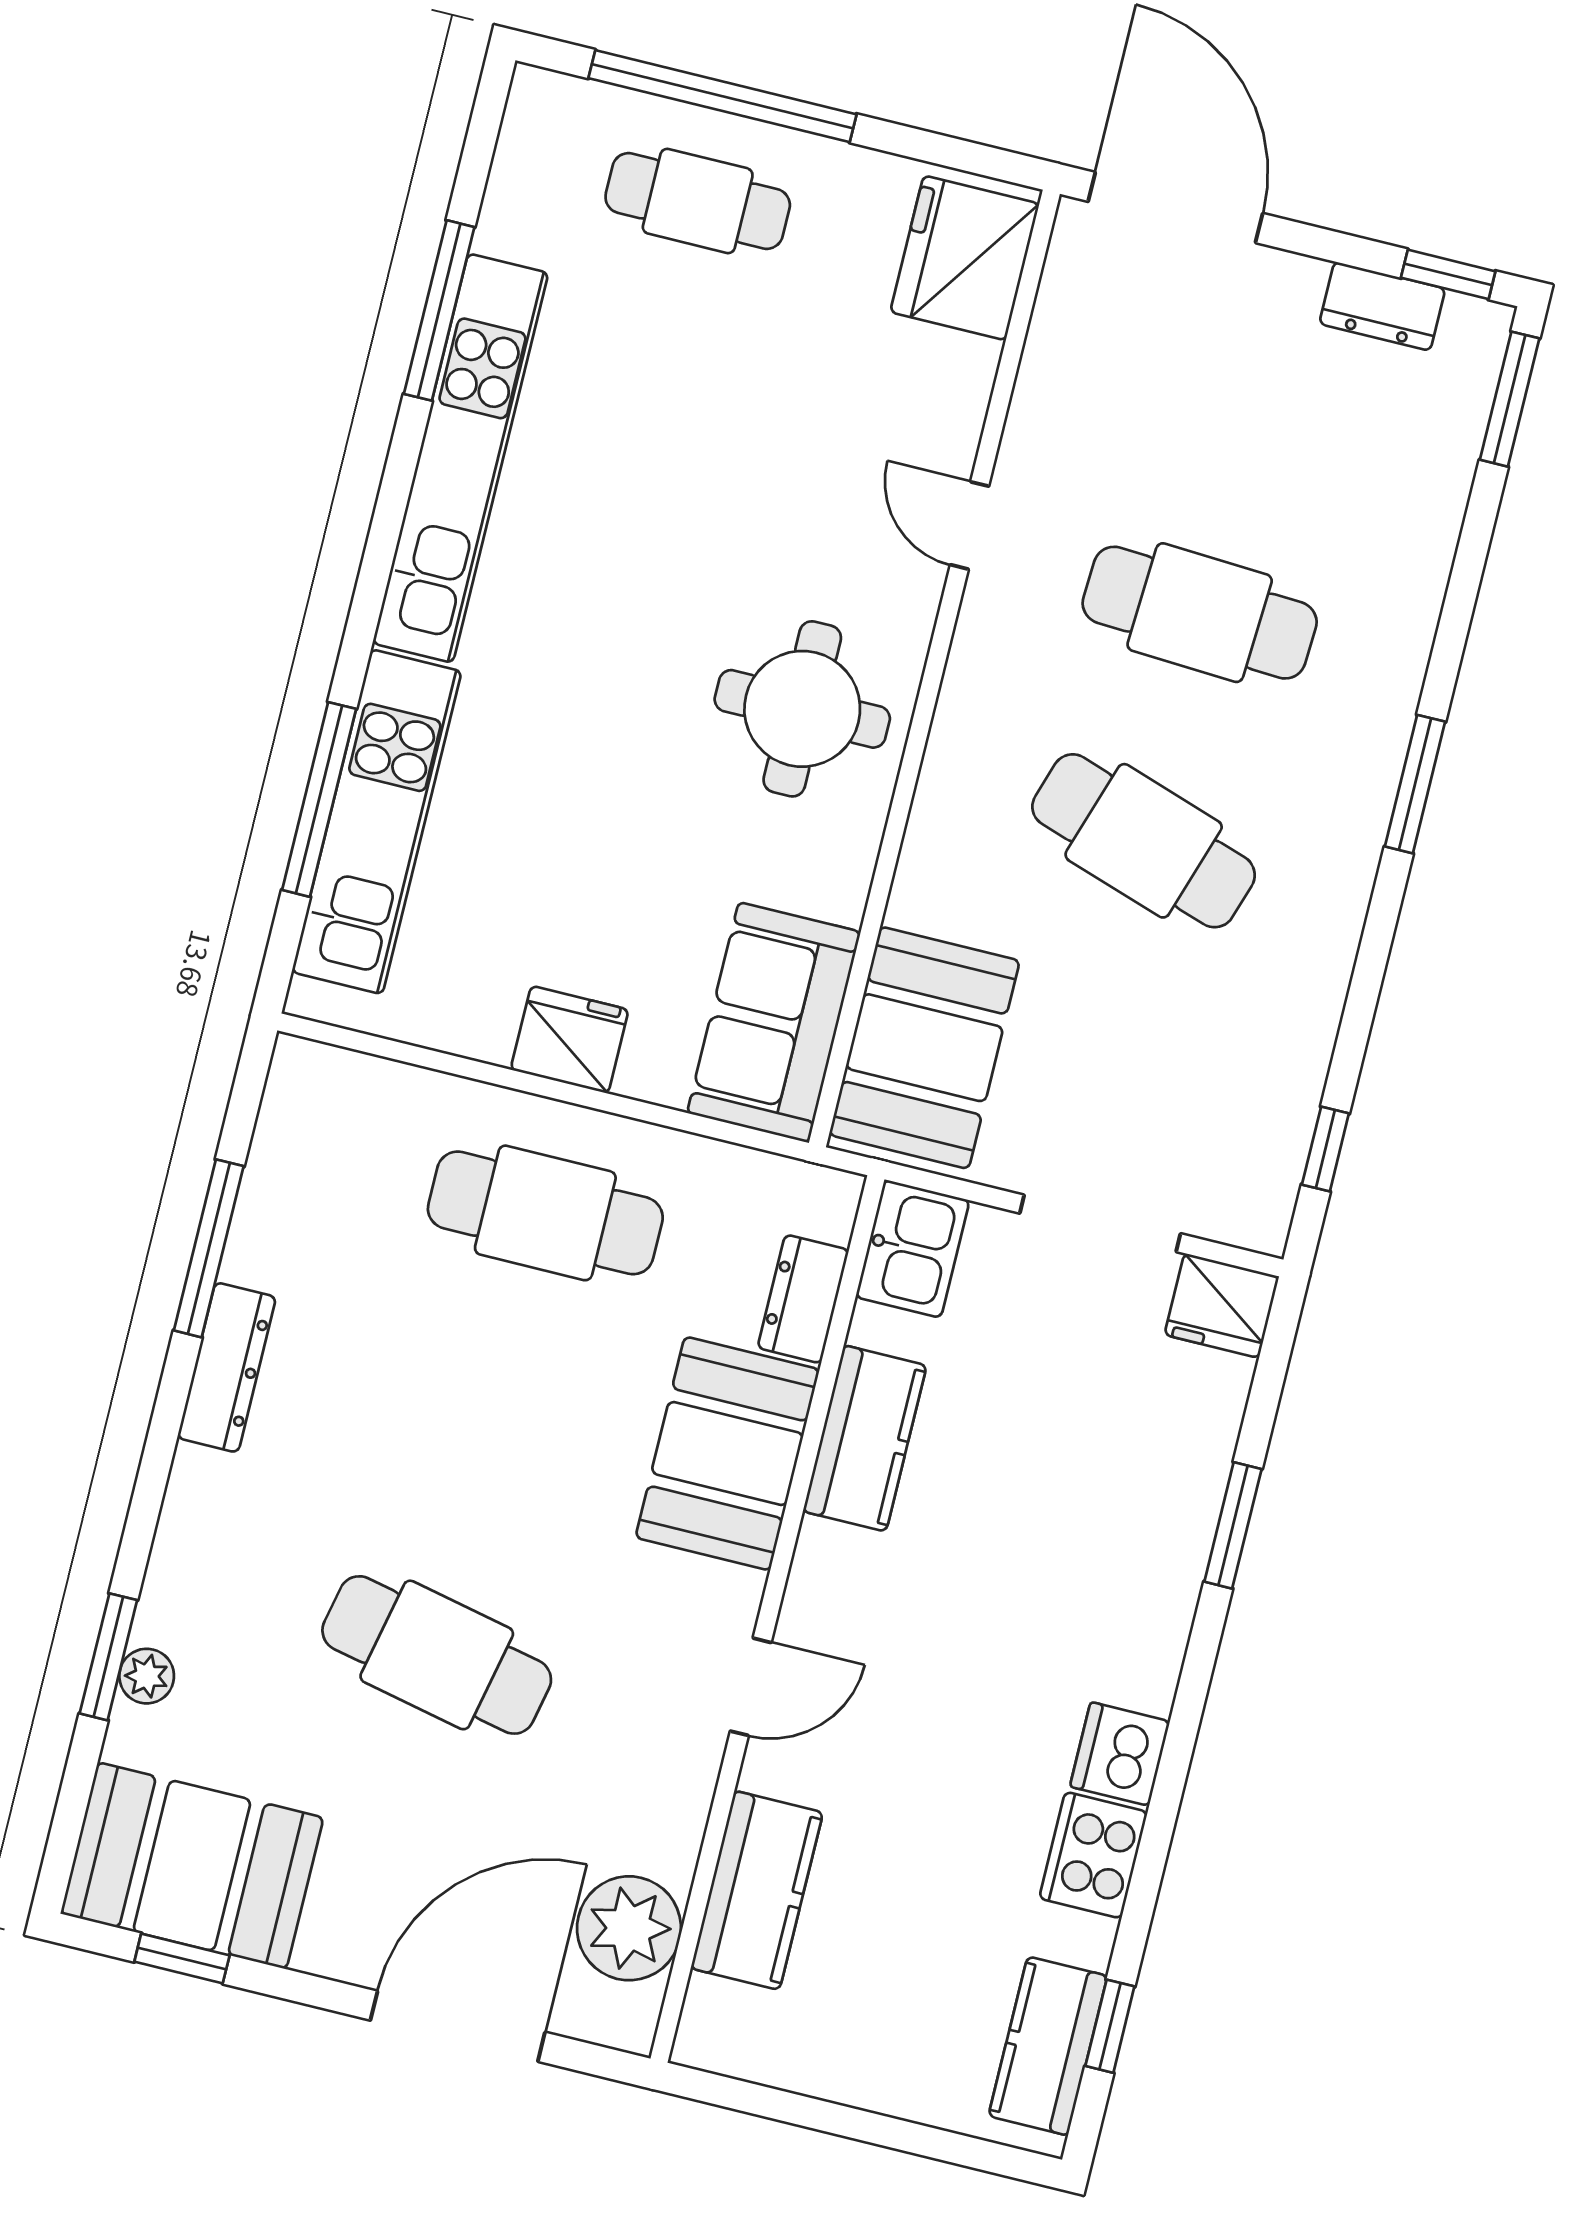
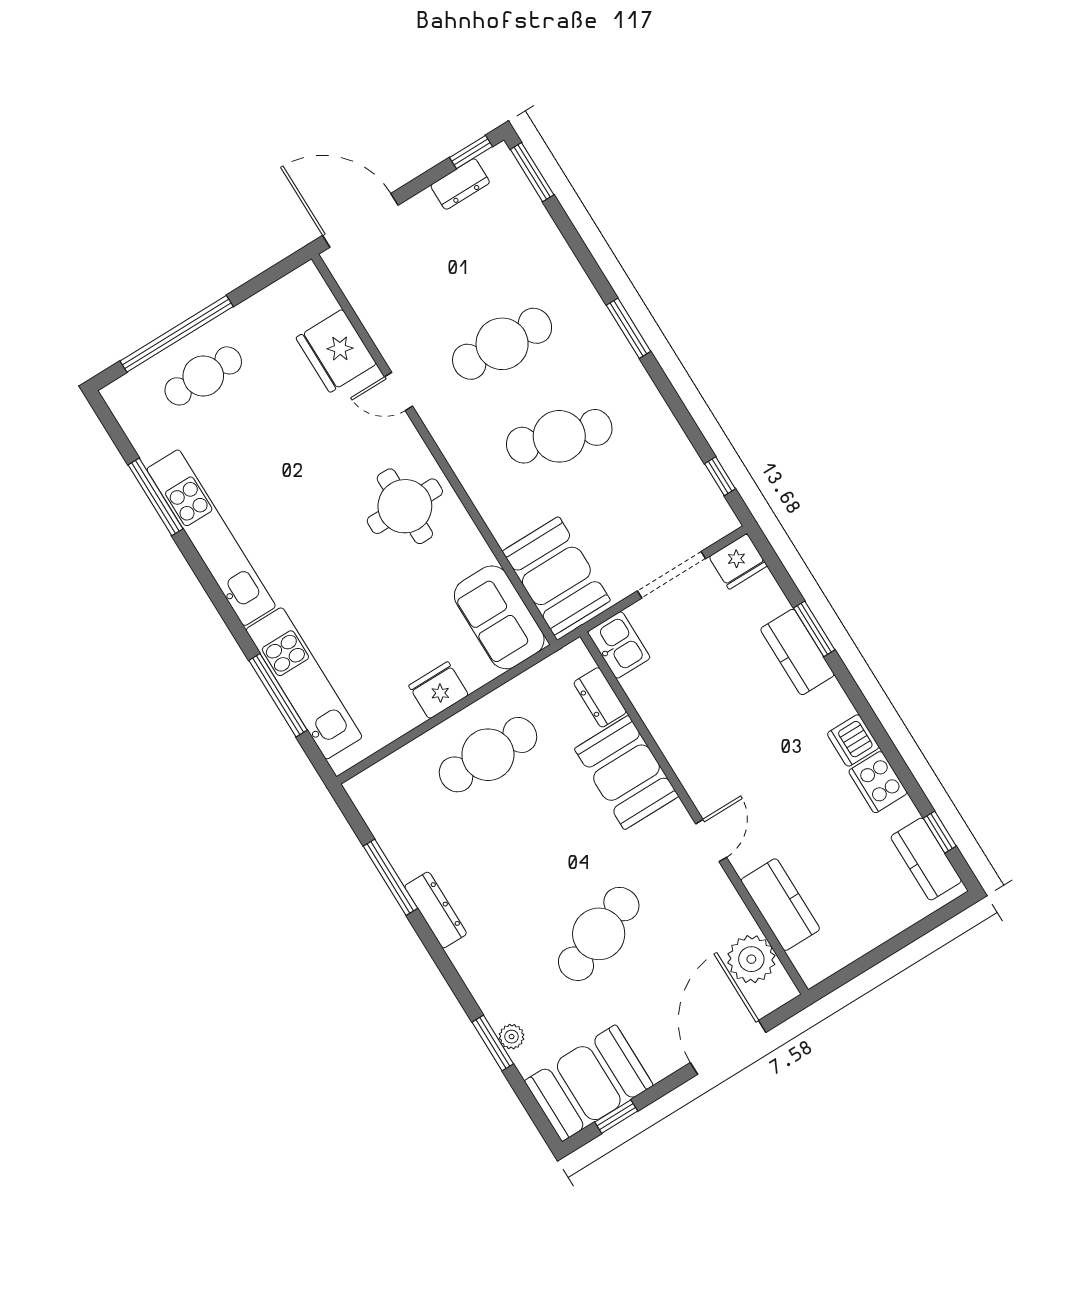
fridge: (965, 258) -> (336, 351), moved
kitchen counter: (865, 1438) -> (797, 652), moved, turned 180
cafe table: (437, 1655) -> (599, 934), turned -33

